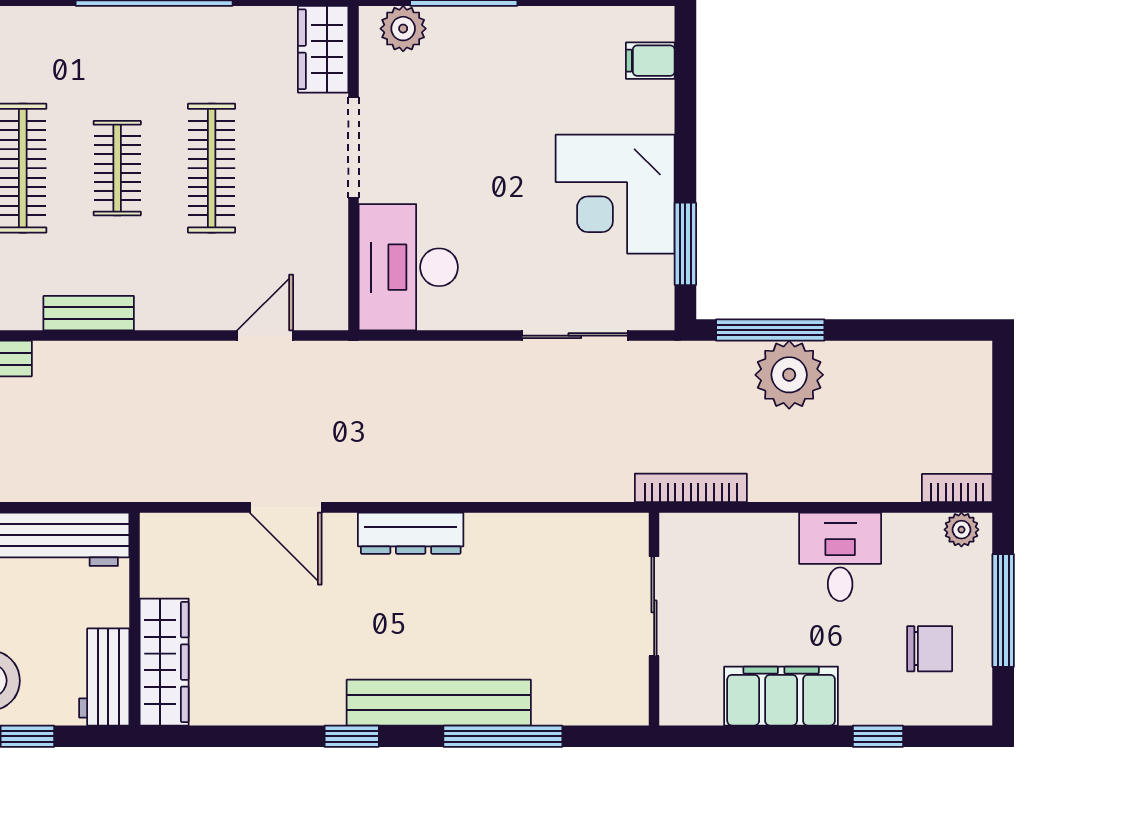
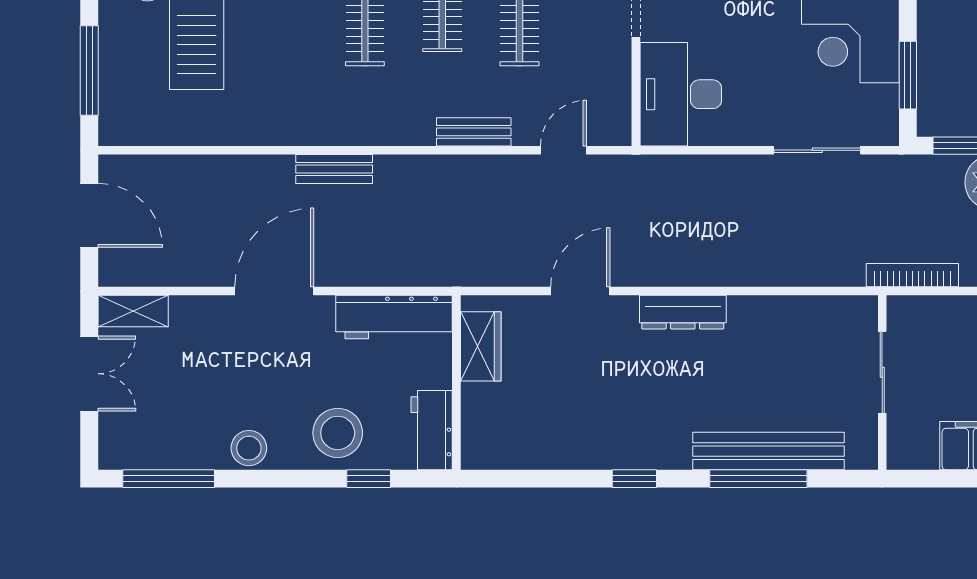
bench: (89, 313) -> (474, 132), moved
door: (286, 507) -> (580, 291), swing flipped
wardrobe: (164, 662) -> (481, 346), moved, width x0.67
bench: (439, 703) -> (769, 451), moved

